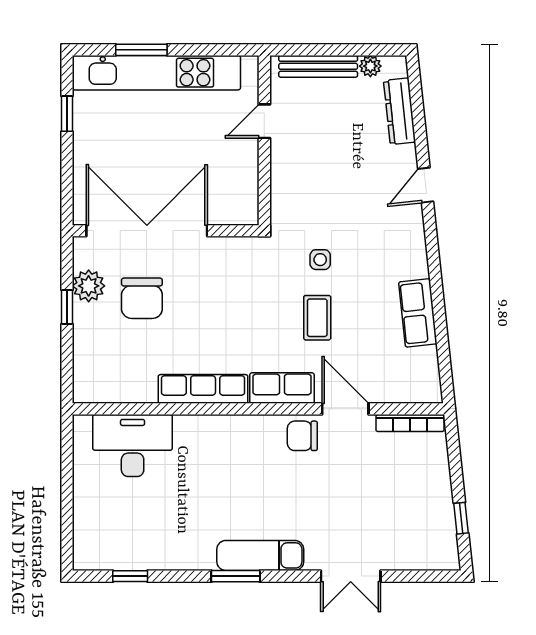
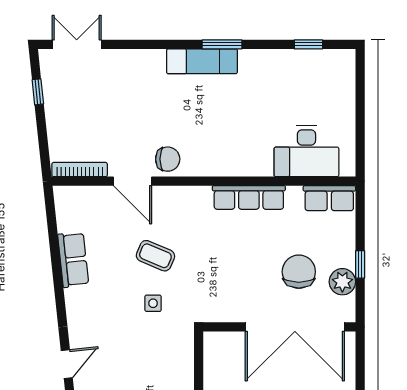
coffee table: (317, 318) -> (155, 256), turned -67
row of seats: (282, 388) -> (329, 198), moved
double door: (351, 576) -> (77, 44), moved

